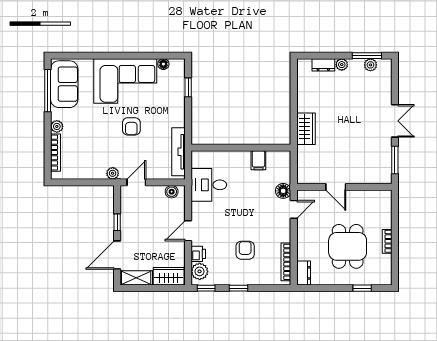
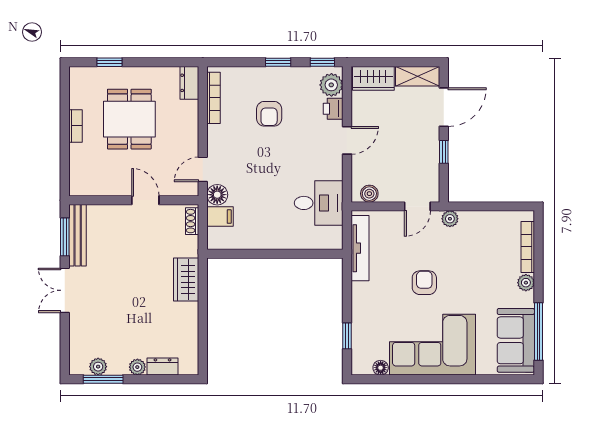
filing cabinet: (258, 160) -> (220, 217), moved, turned 90
bench: (386, 161) -> (78, 235), added
shoe rack: (302, 172) -> (192, 221), added

